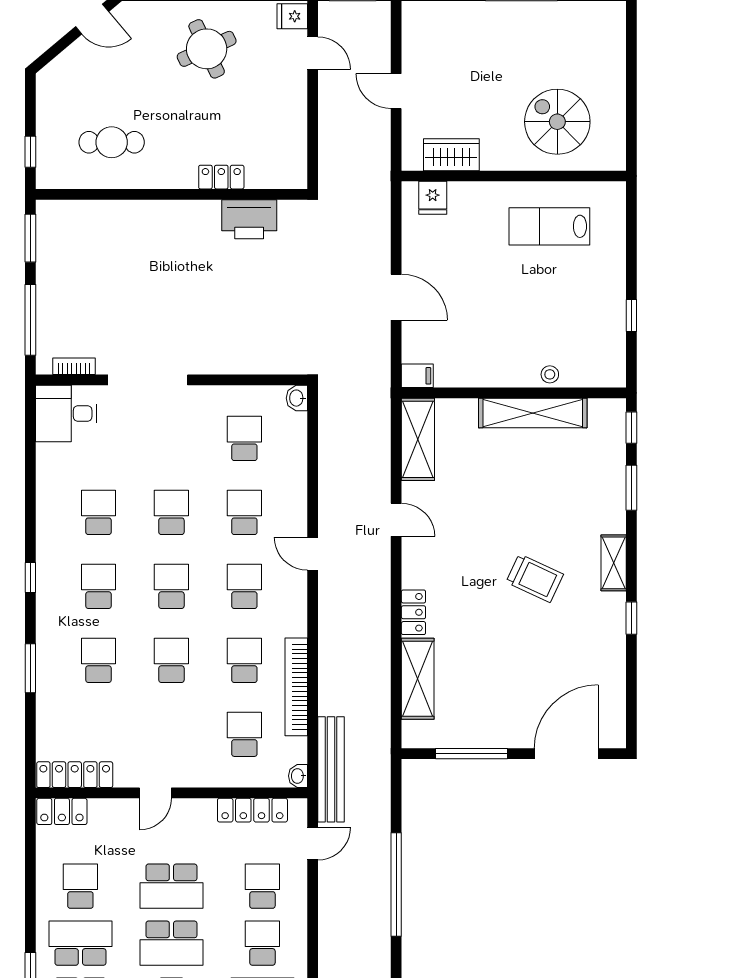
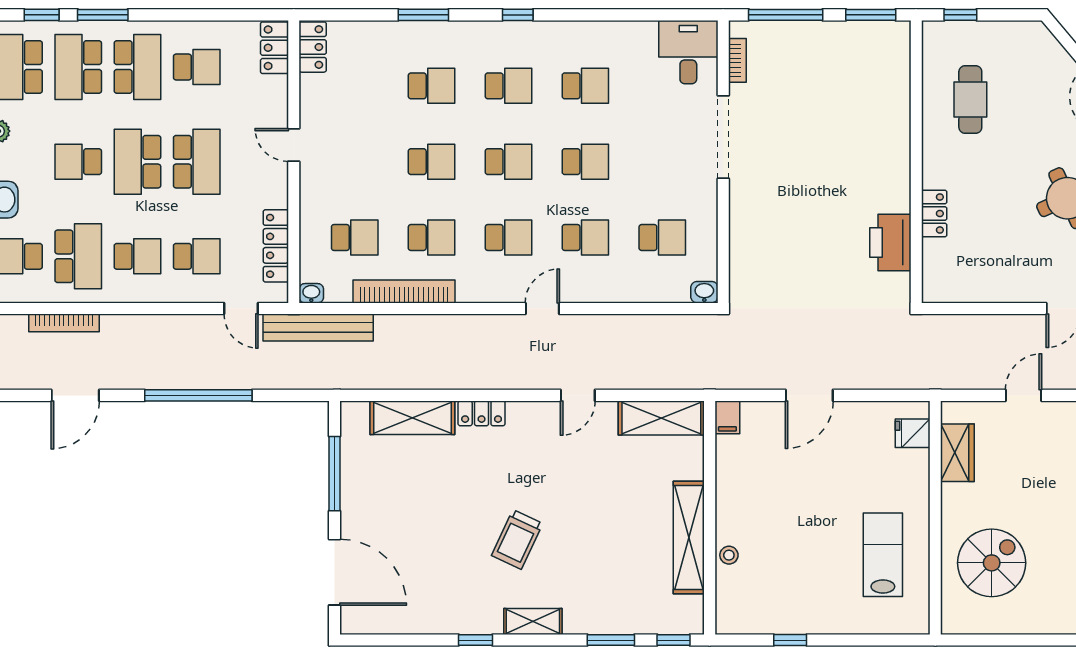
locker: (75, 775) -> (313, 47), width x0.66
school desk: (171, 886) -> (197, 162), turned 180

